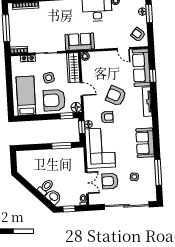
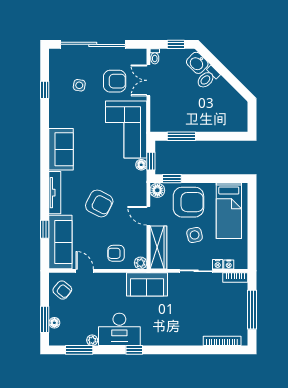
armchair: (107, 117) -> (116, 253), moved
sofa: (145, 143) -> (61, 149), moved
window: (158, 172) -> (45, 90), width x0.46

